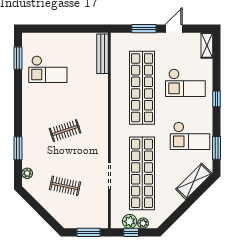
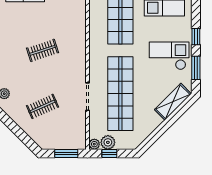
window: (217, 99) -> (196, 37), moved
checkout: (190, 136) -> (169, 56), turned 180
clothes rail: (65, 186) -> (43, 106), turned -36
plant: (143, 223) -> (94, 144), moved

